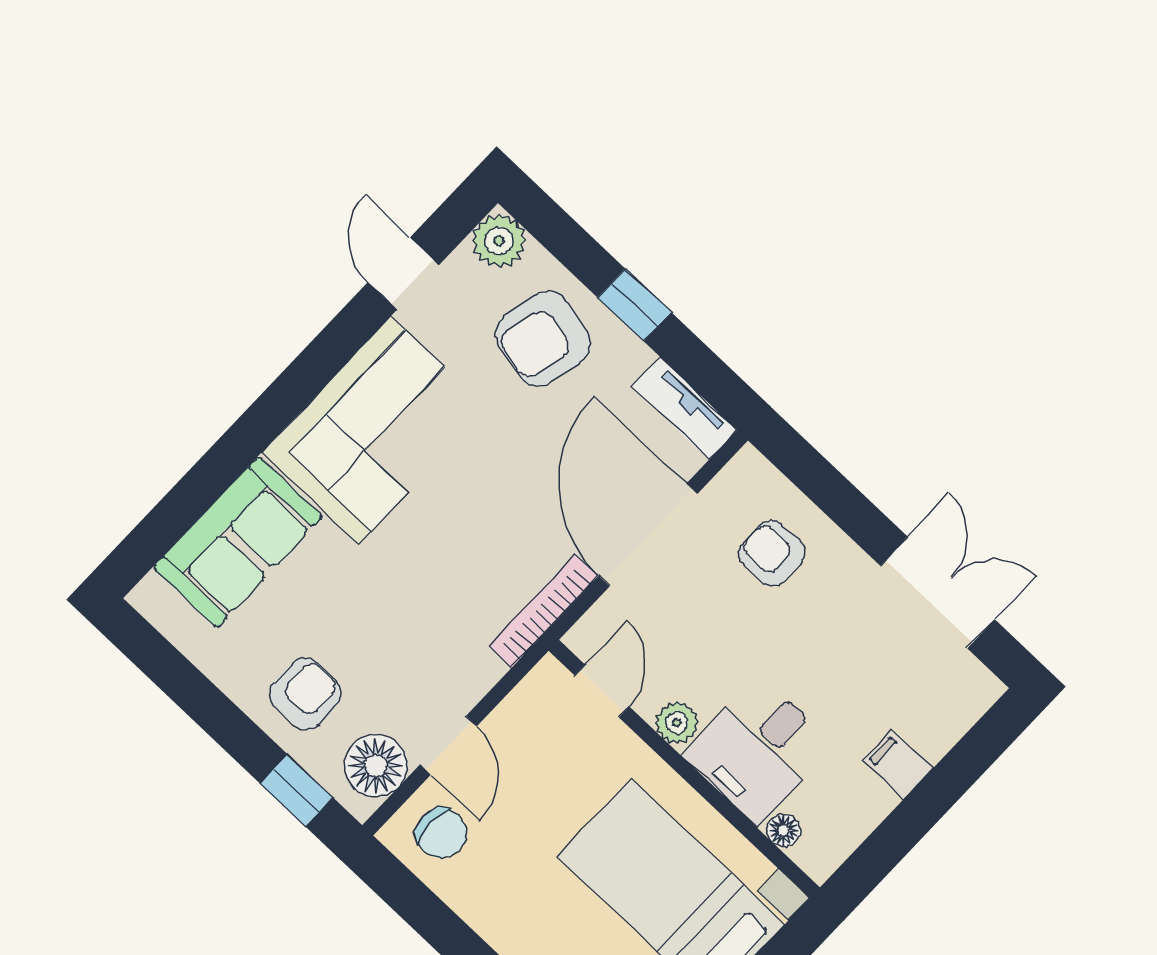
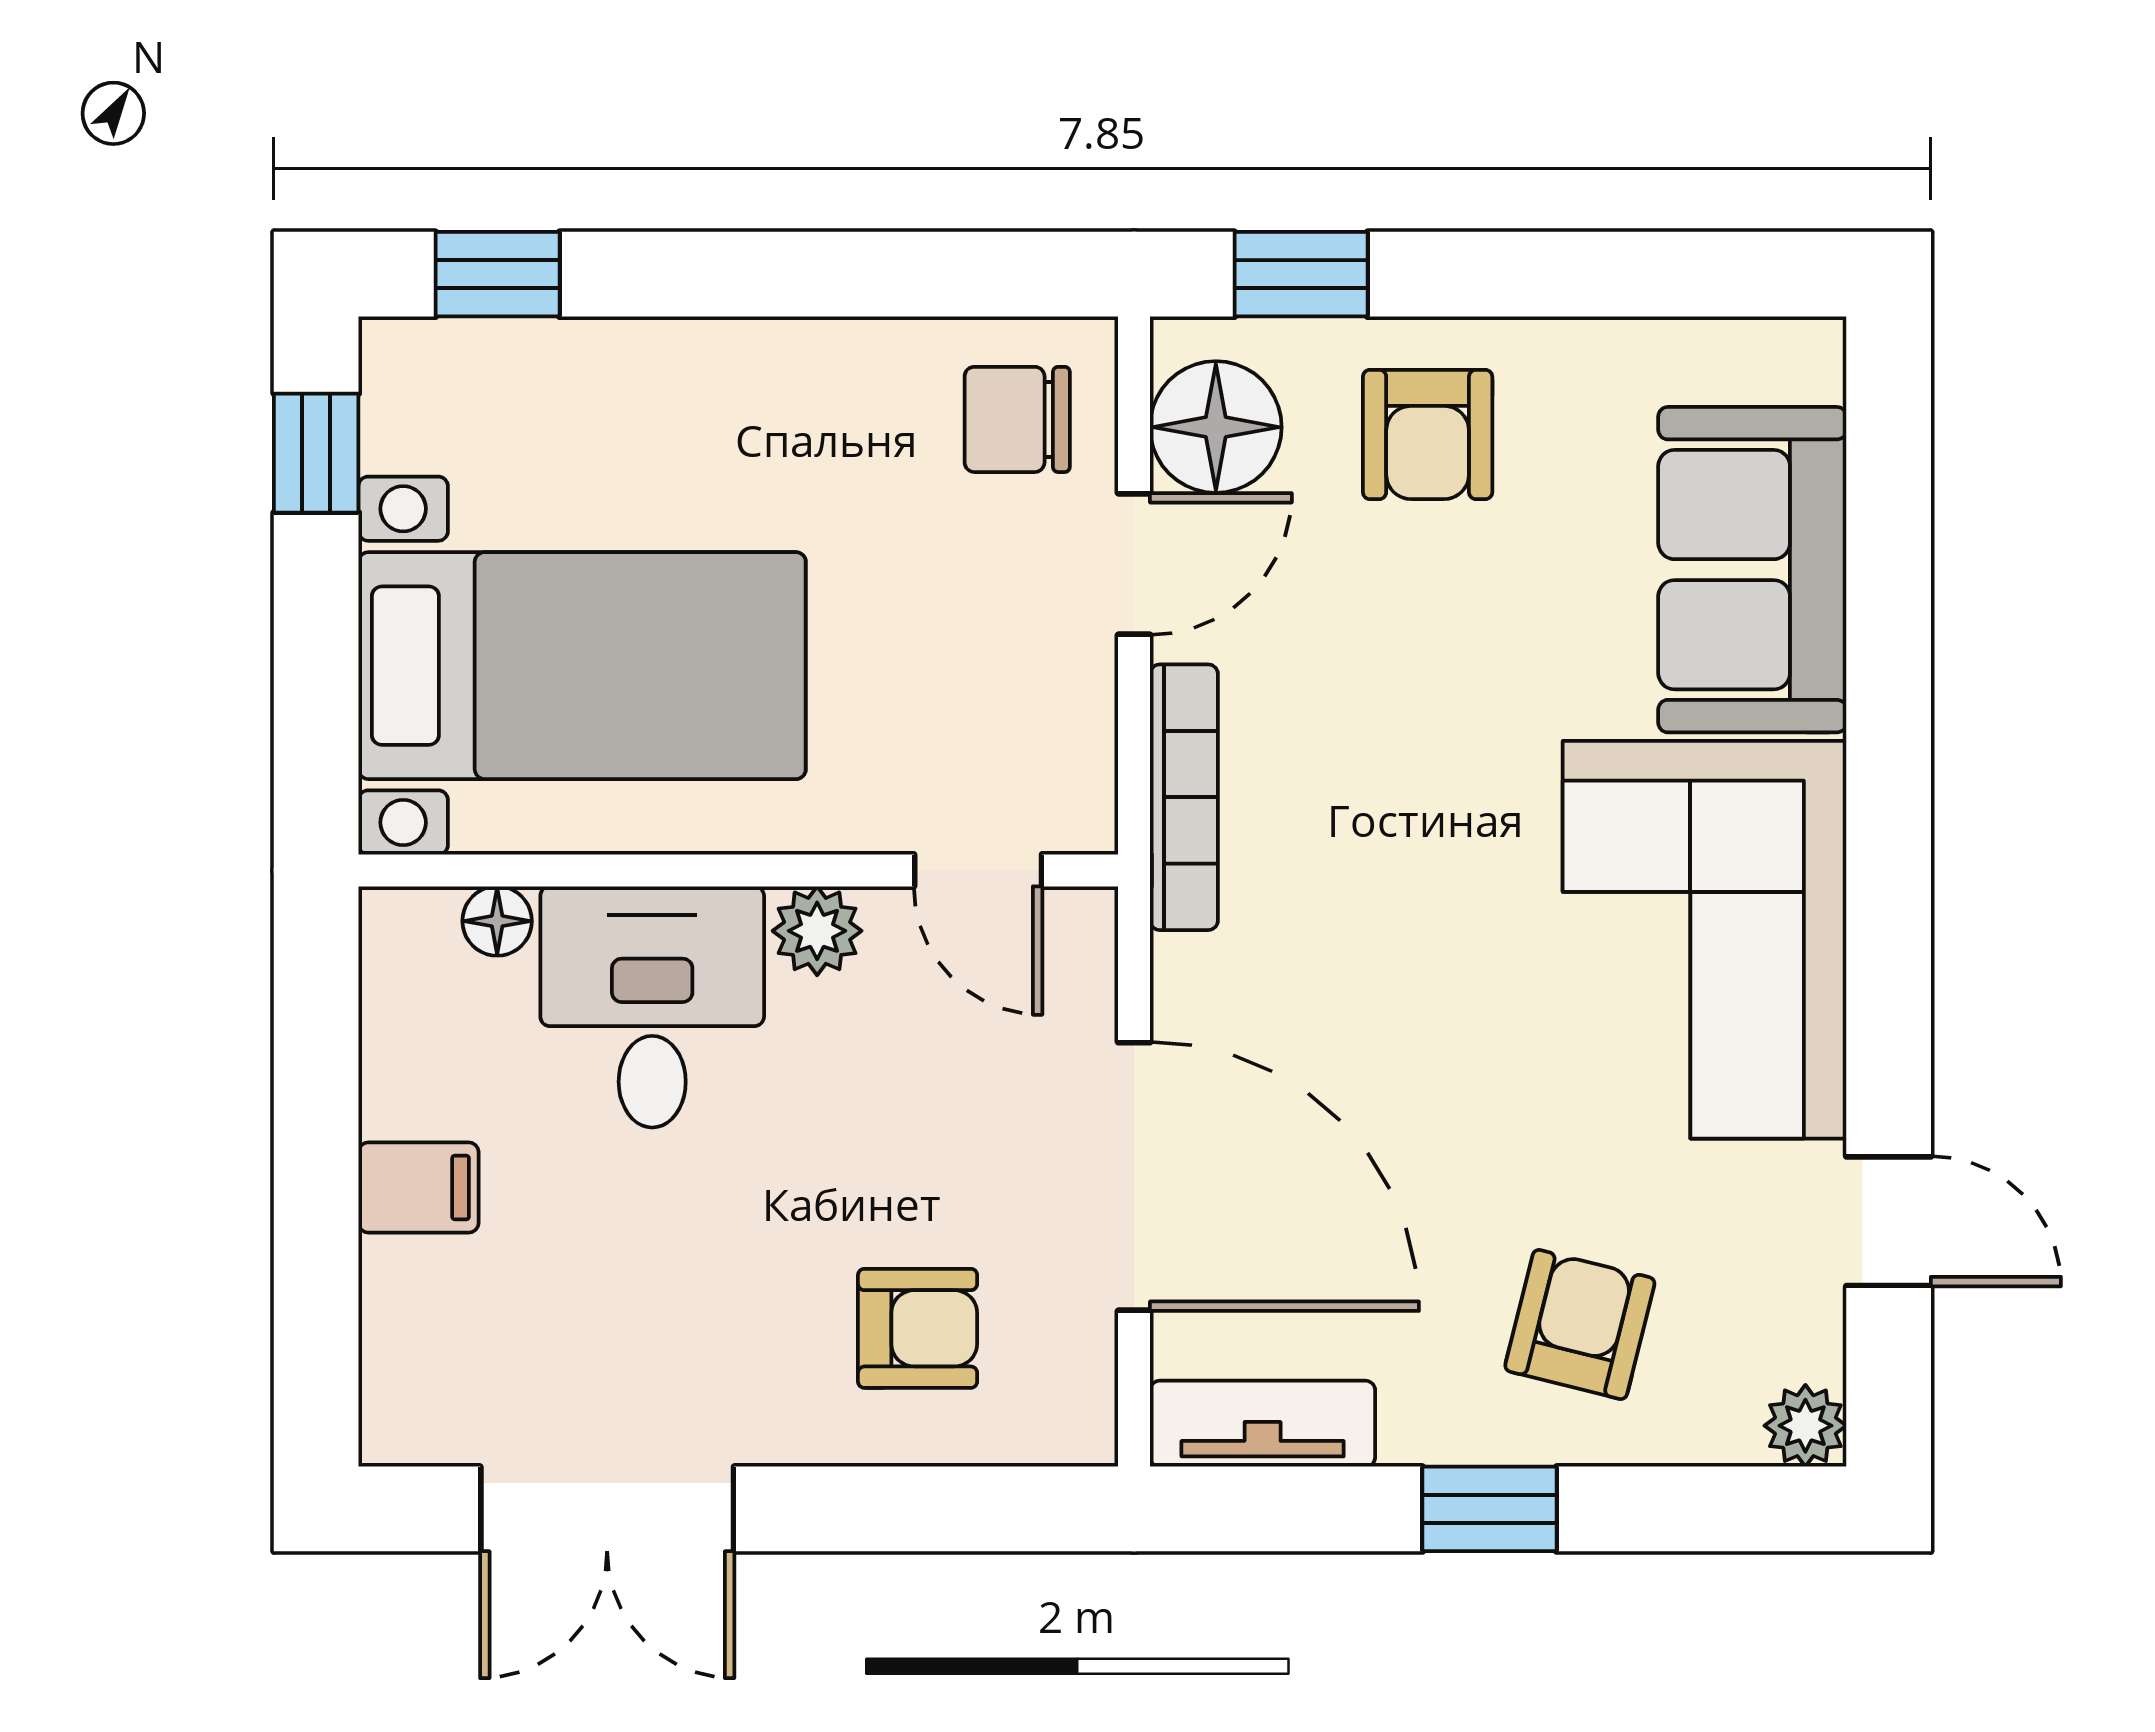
plant: (499, 241) -> (1805, 1426), width x0.73, depth x0.73
armchair: (543, 339) -> (1580, 1325), width x0.72, depth x0.72
bookcase: (543, 611) -> (1184, 797), moved
door: (448, 745) -> (1134, 564), swing flipped

